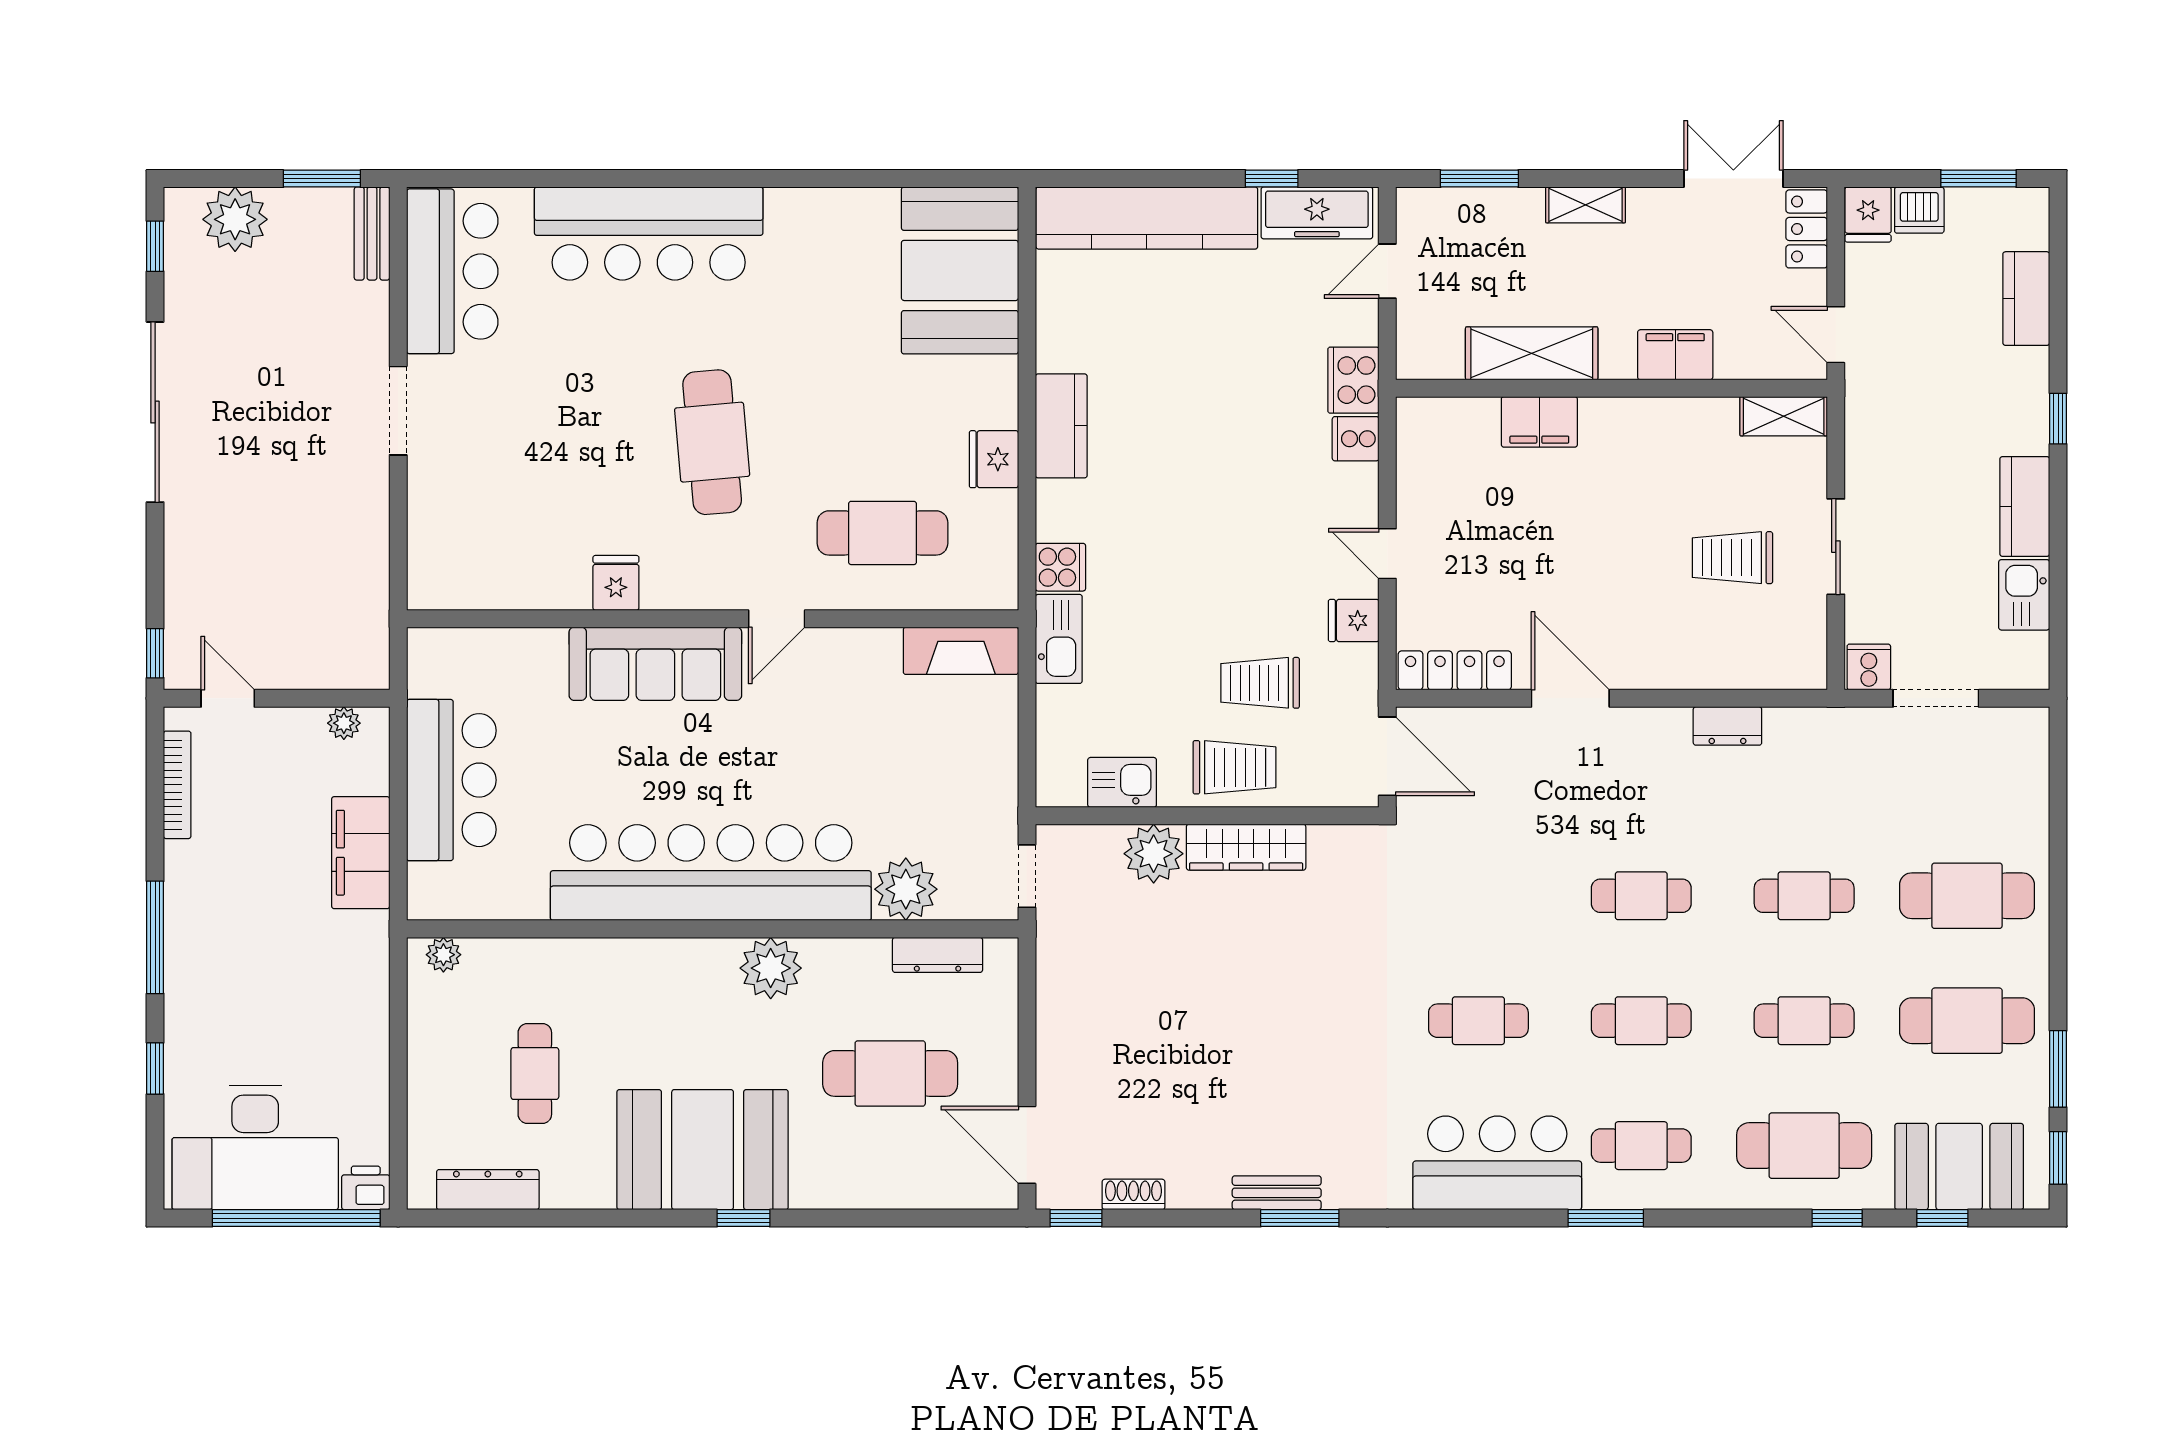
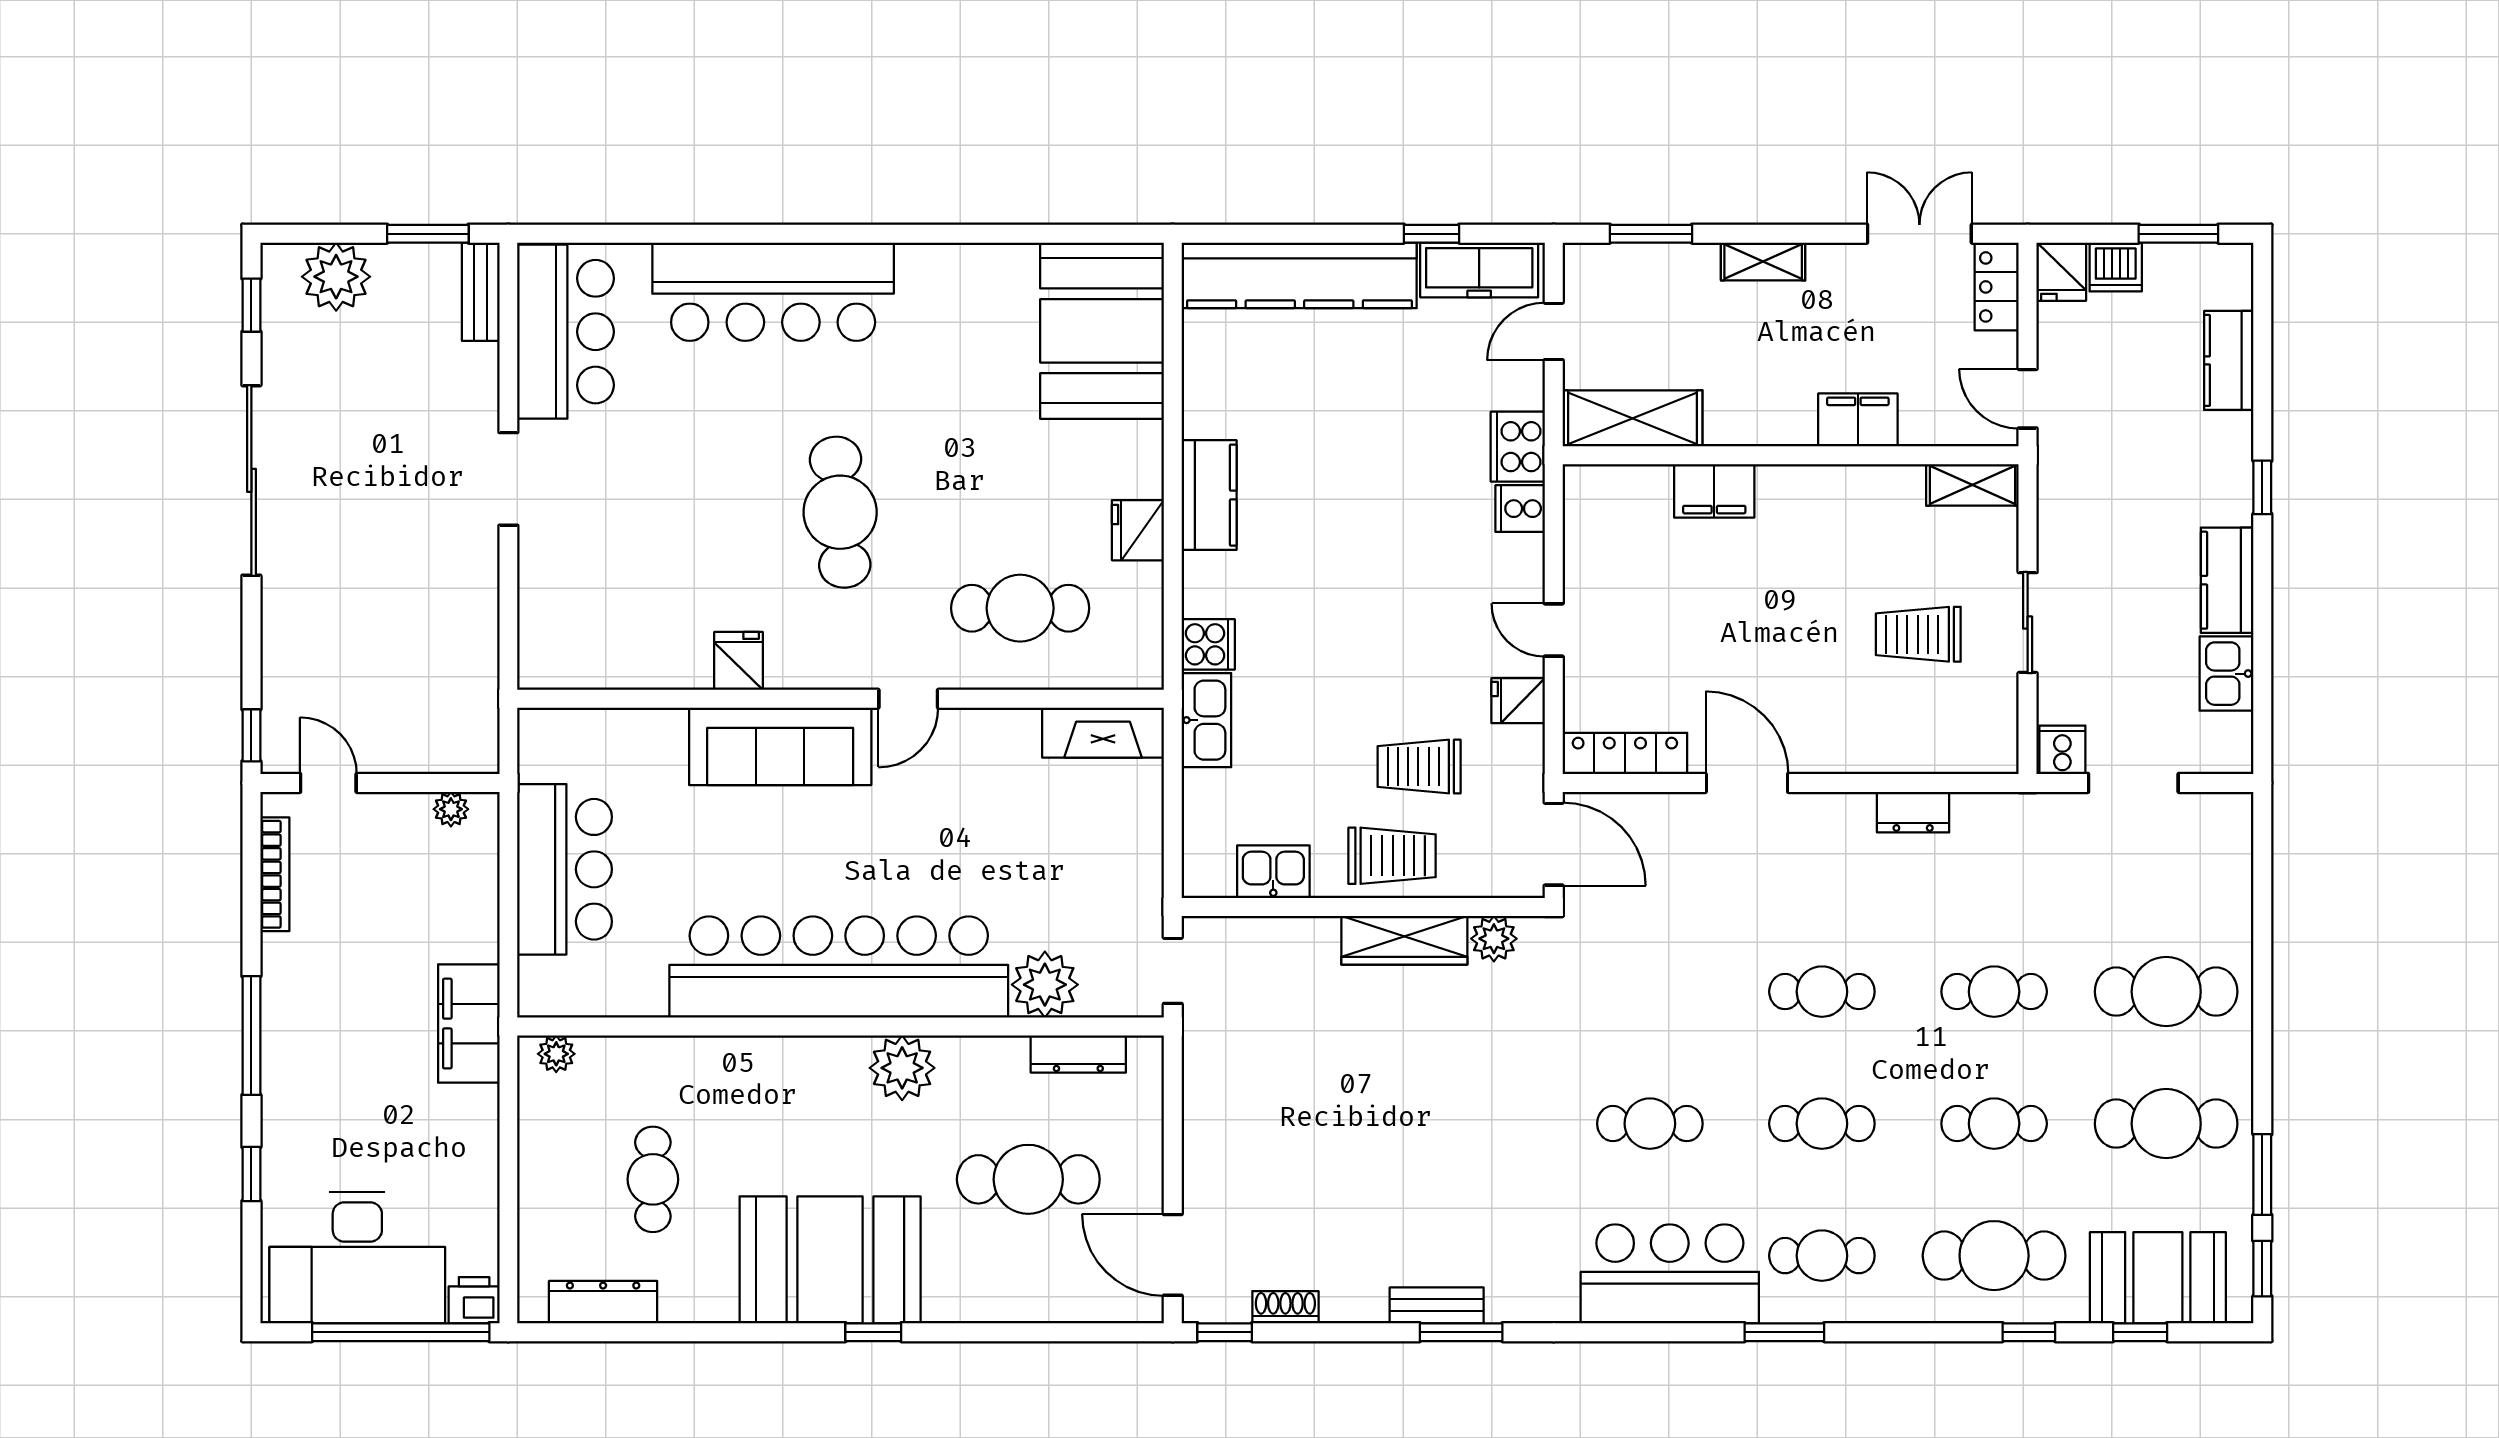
shelving: (1532, 353) -> (1632, 418), moved
filing cabinet: (361, 853) -> (469, 1024), moved
plant: (1154, 854) -> (1494, 939), moved, width x0.73, depth x0.73

